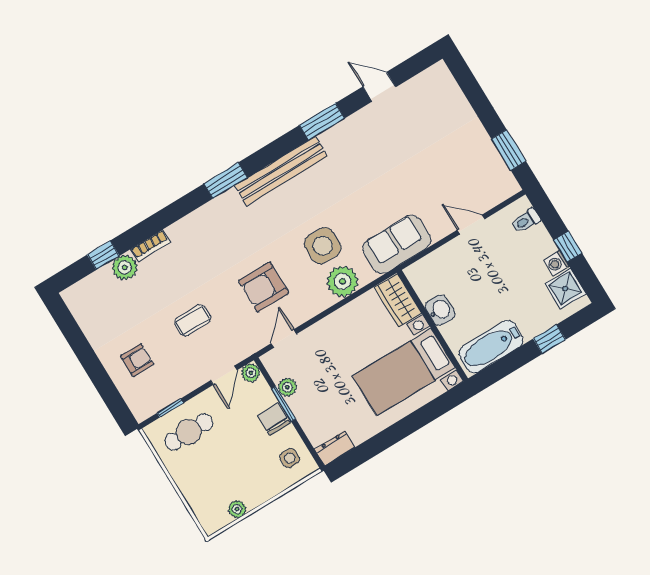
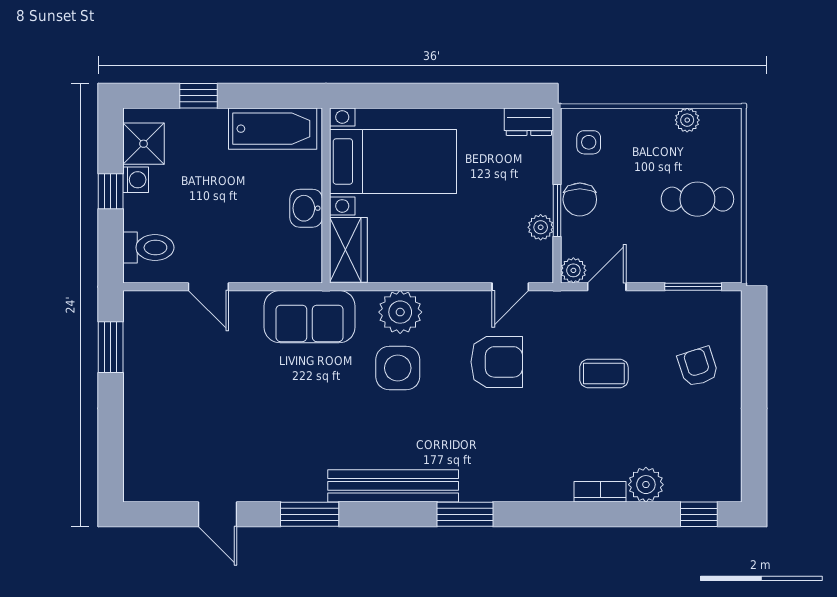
toilet: (526, 221) -> (148, 248), width x1.37, depth x1.39
window: (103, 255) -> (699, 514), moved
armchair: (137, 360) -> (698, 367), turned 72
window: (170, 408) -> (693, 287), width x1.50
cafe table: (189, 432) -> (697, 199), moved

